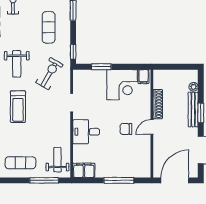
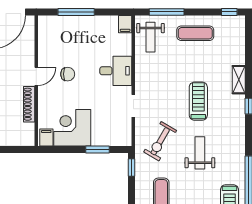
filing cabinet: (84, 170) -> (125, 24), width x0.50

